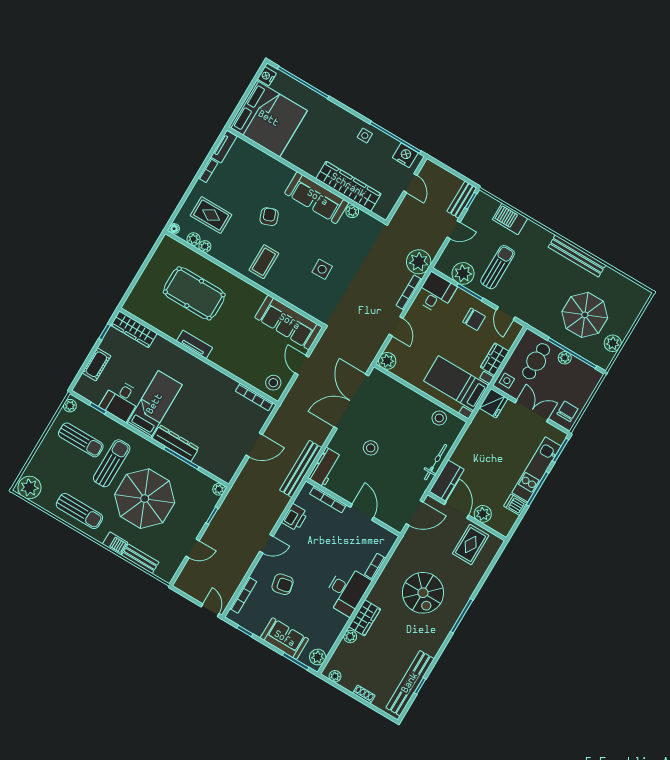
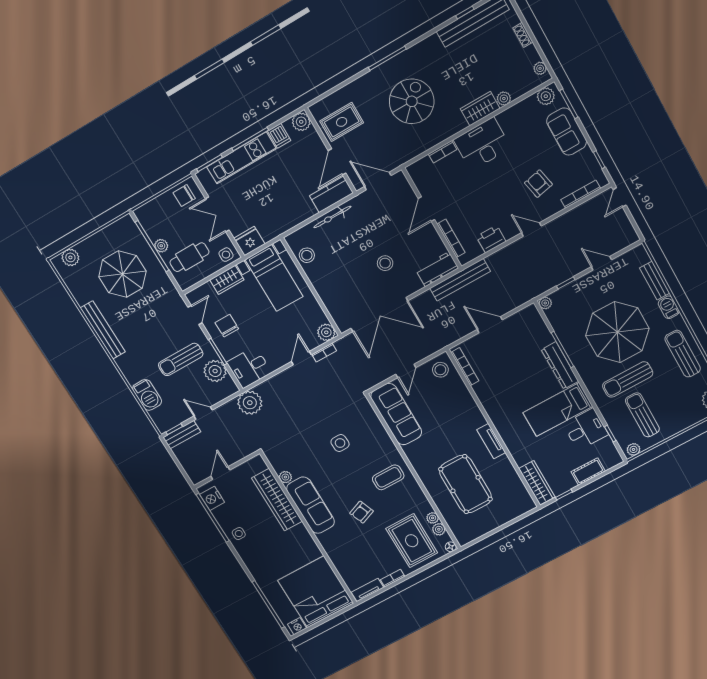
rug: (211, 215) -> (412, 541), width x1.36, depth x1.43
bookcase: (409, 292) -> (324, 352), moved, width x0.64
plant: (613, 343) -> (70, 257), moved
plant: (483, 514) -> (301, 122), moved

